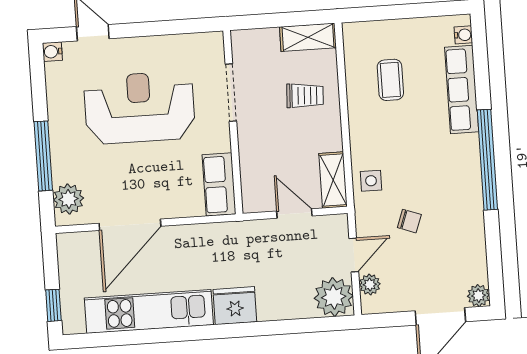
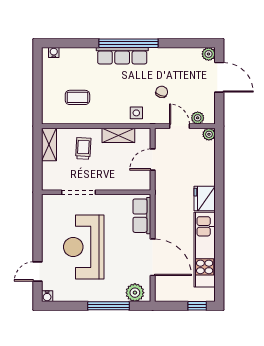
row of seats: (462, 90) -> (122, 56), moved
shelving: (333, 180) -> (118, 135), moved
row of seats: (219, 184) -> (142, 216), moved, turned 90
plant: (334, 297) -> (209, 134), width x0.53, depth x0.53

